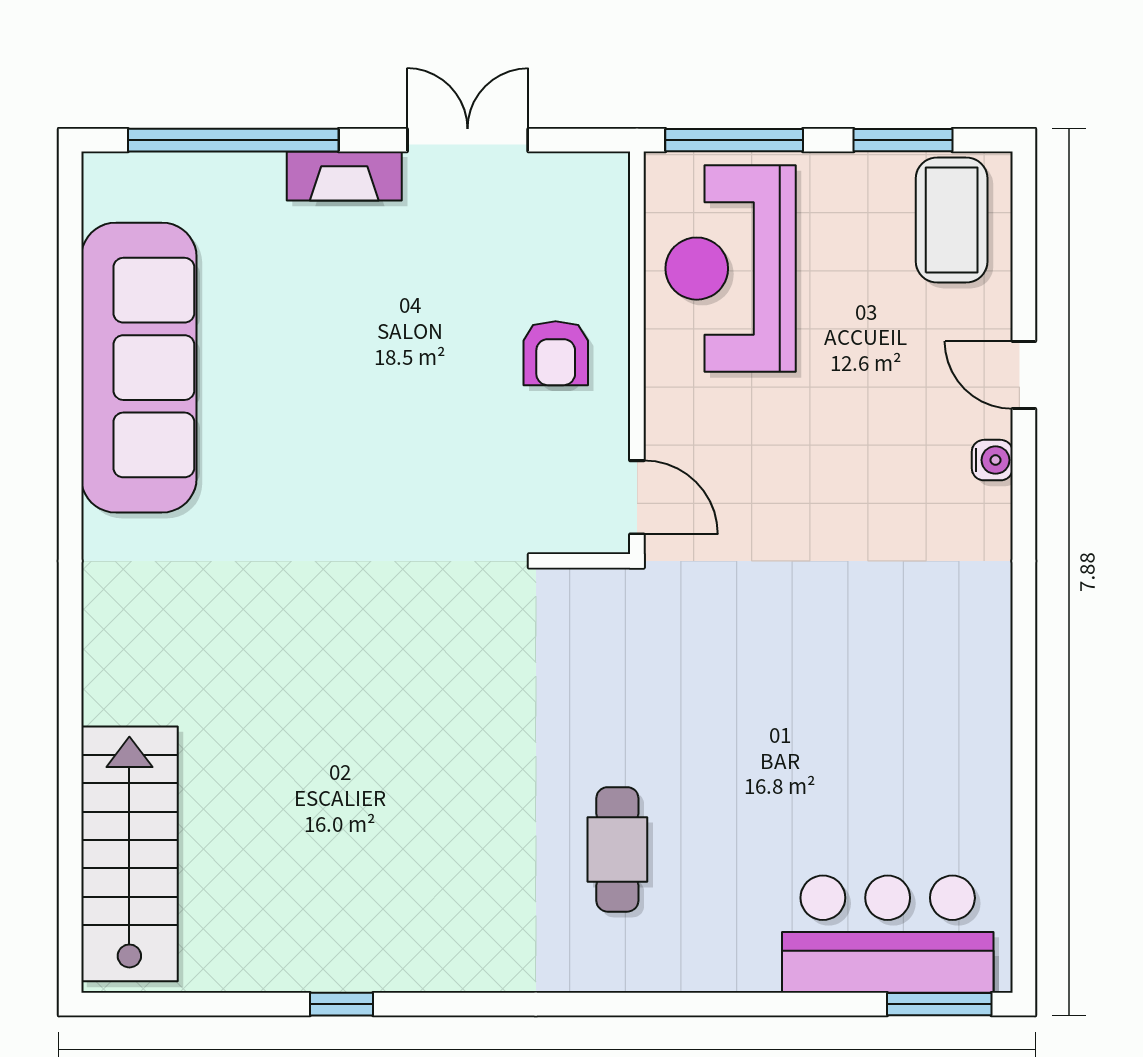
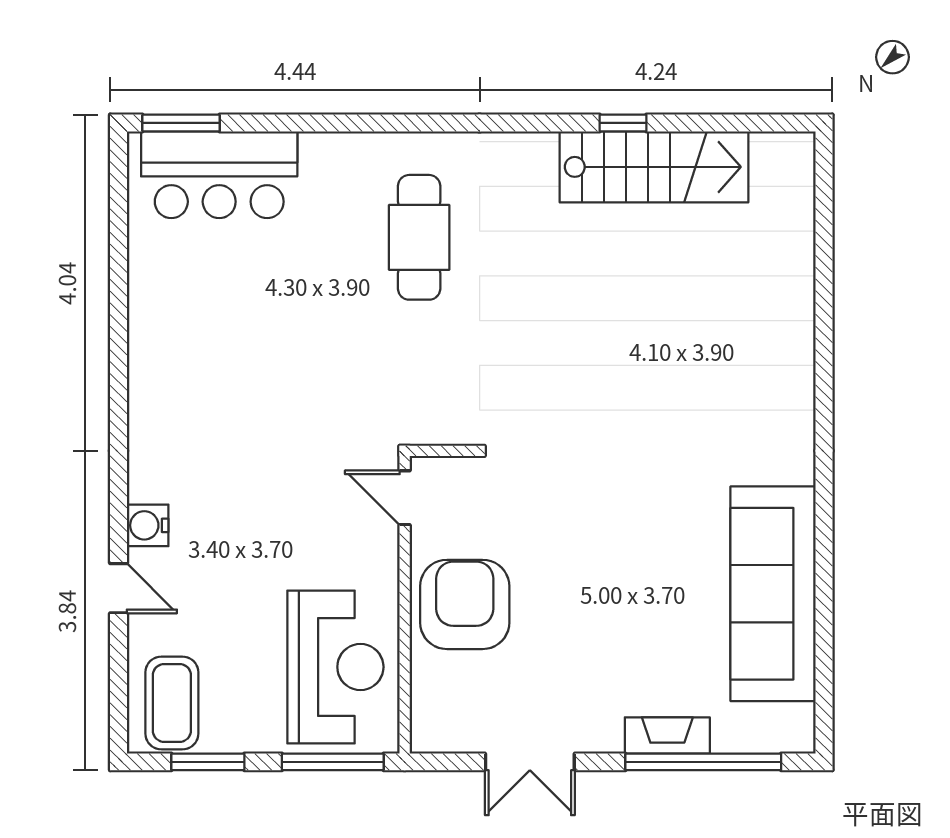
fireplace: (344, 176) -> (667, 735), moved
armchair: (556, 353) -> (465, 604), width x1.88, depth x1.88
water cooler: (992, 460) -> (148, 525), width x1.38, depth x1.38
cafe table: (617, 849) -> (419, 237), width x1.37, depth x1.35
stairs: (129, 854) -> (654, 167), moved, turned -90

